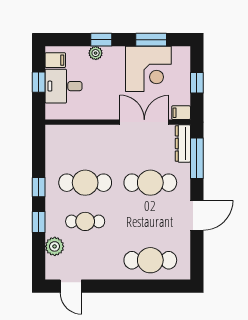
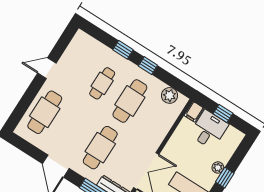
filing cabinet: (55, 60) -> (194, 112), moved
plant: (55, 246) -> (170, 95), moved
door: (71, 286) -> (47, 68), moved

